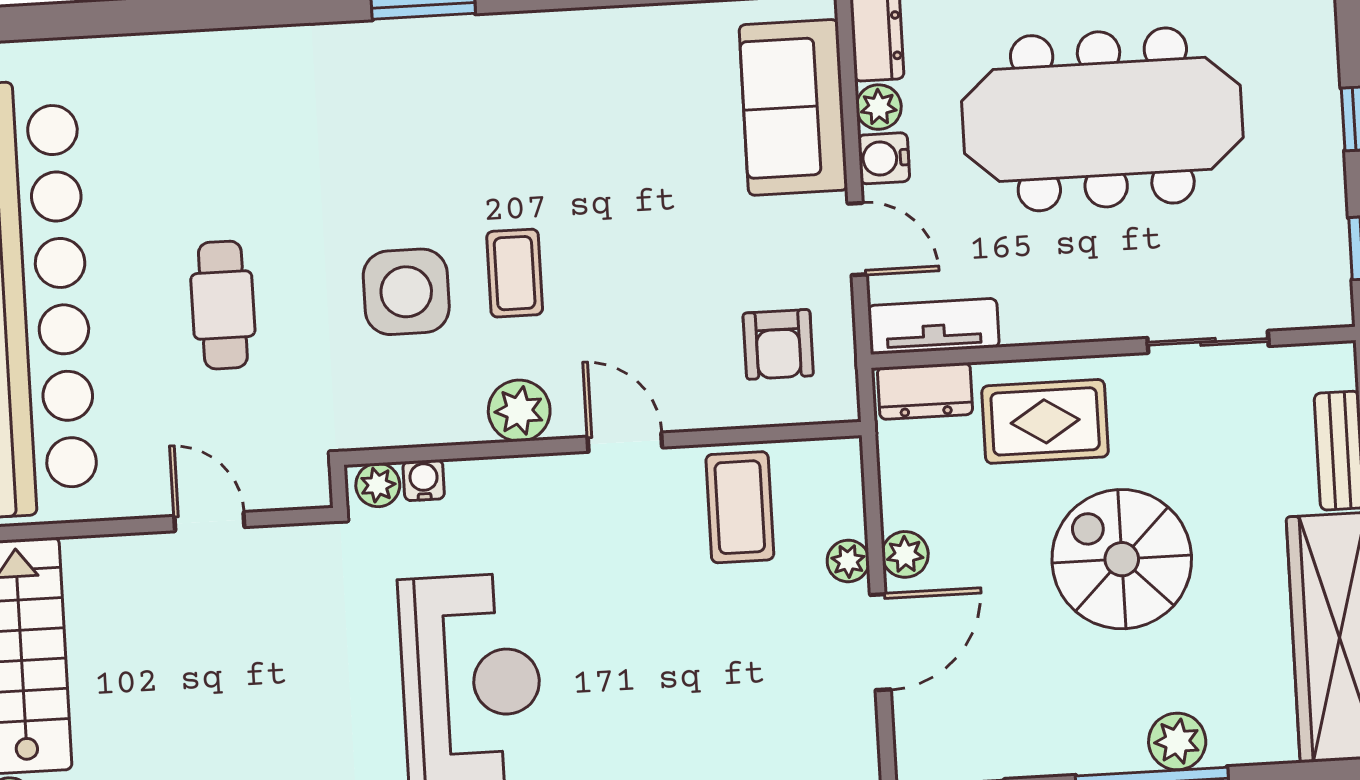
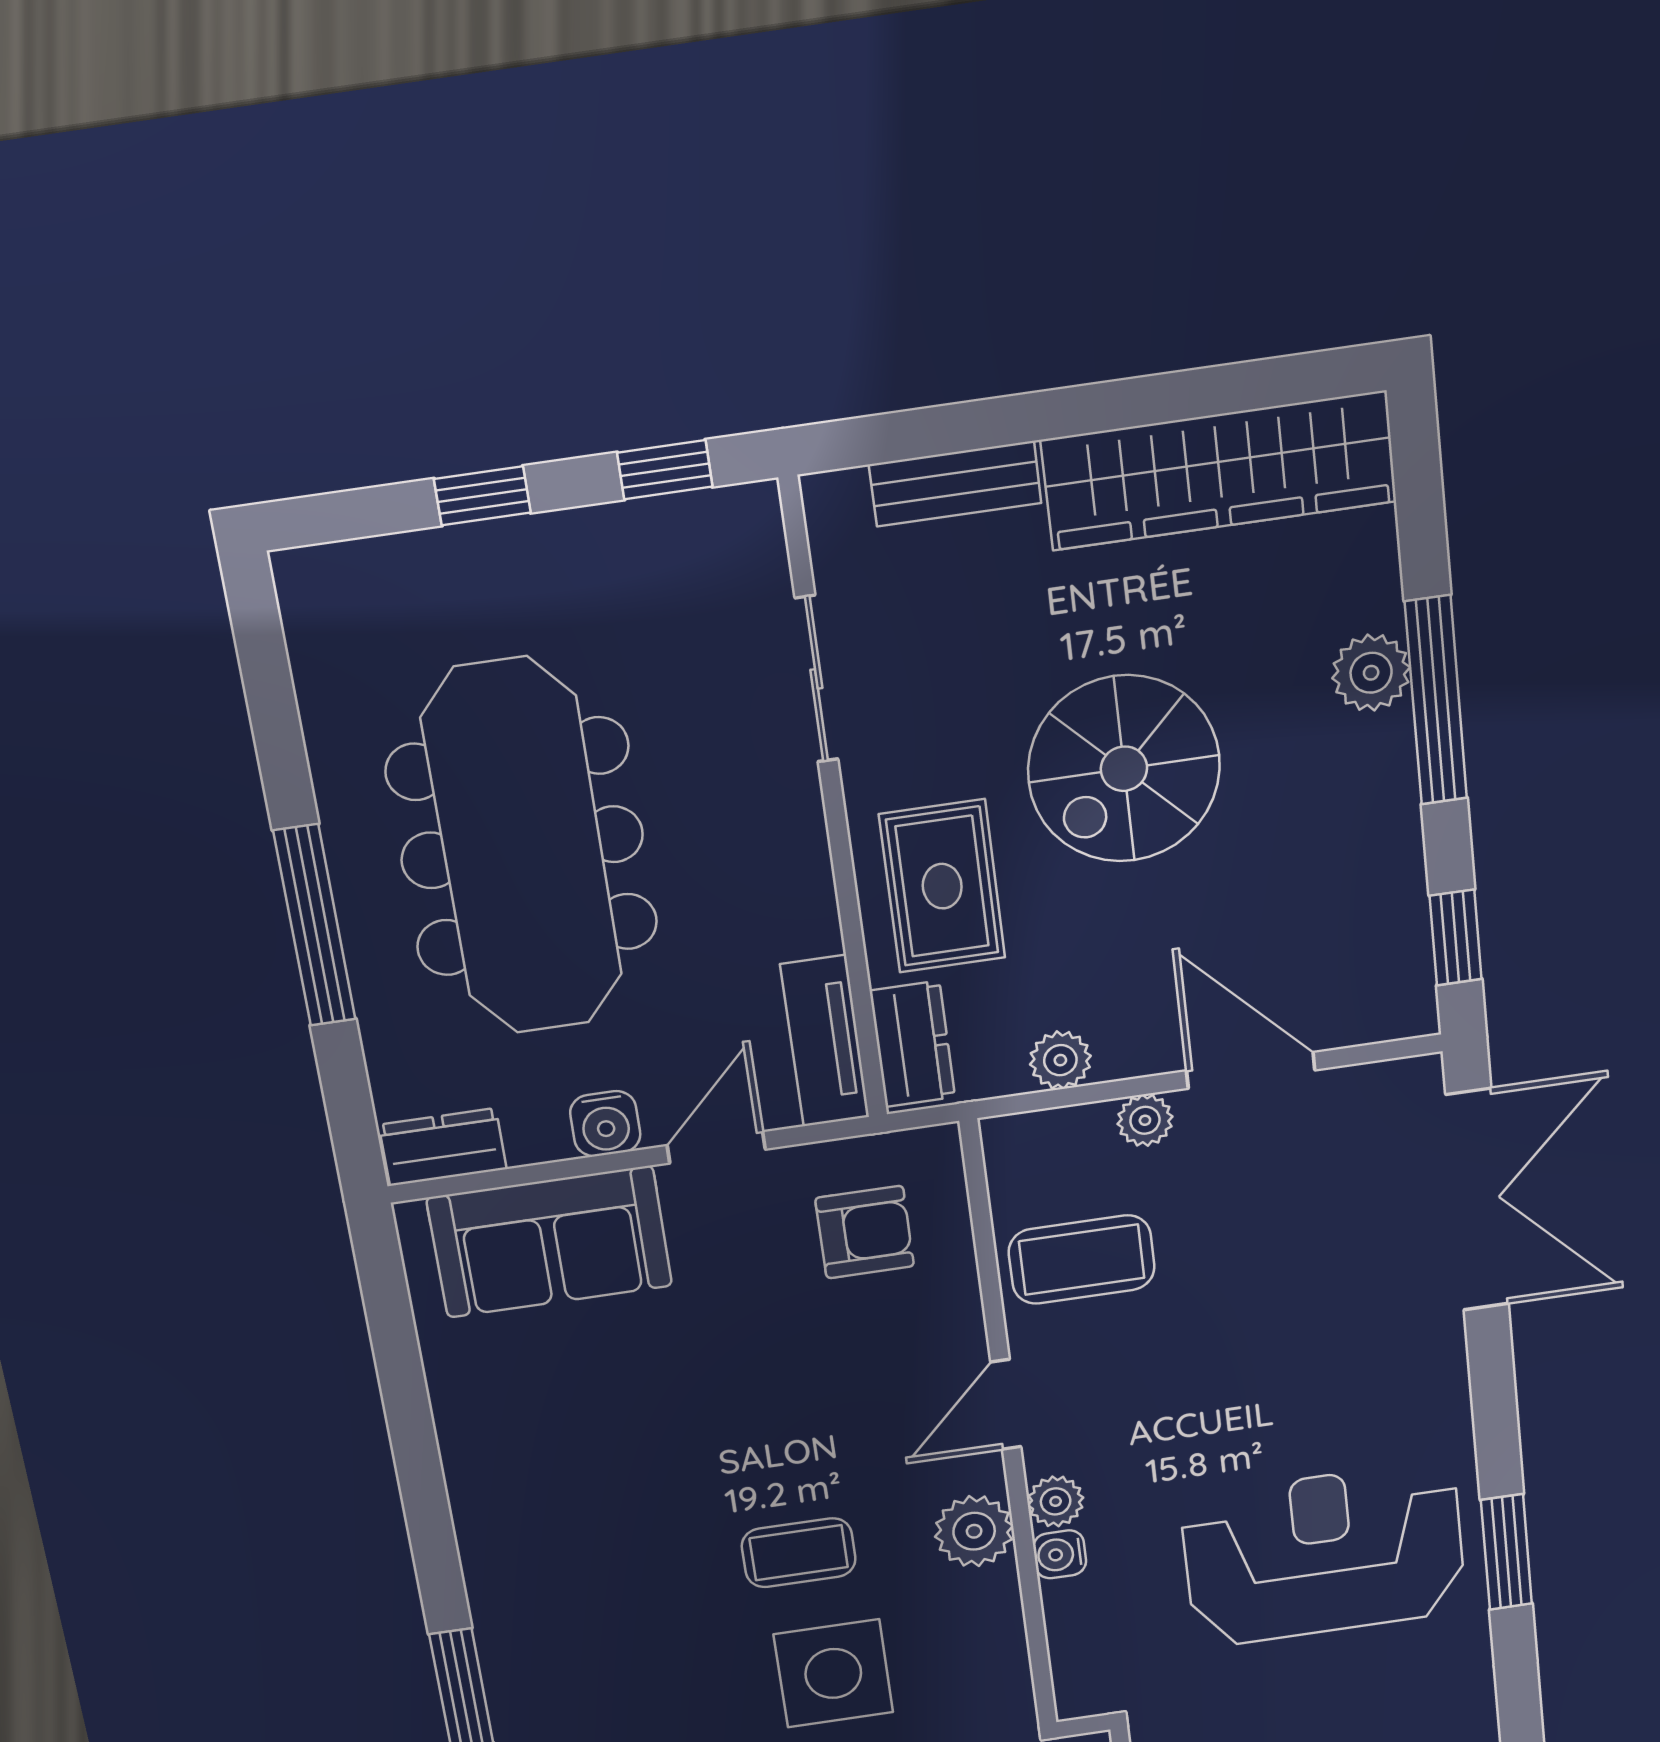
plant: (879, 107) -> (537, 1136), removed
water cooler: (424, 480) -> (1060, 1554), moved
plant: (378, 485) -> (1056, 1501), moved
plant: (905, 554) -> (1060, 1060), moved

